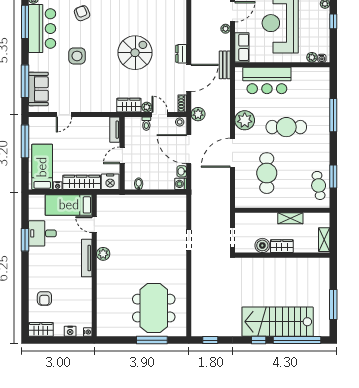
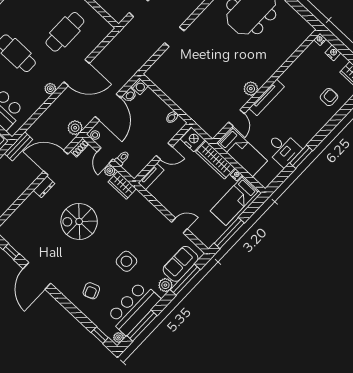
plant: (35, 65) -> (165, 285), added
plant: (245, 120) -> (50, 89), width x0.53, depth x0.53

